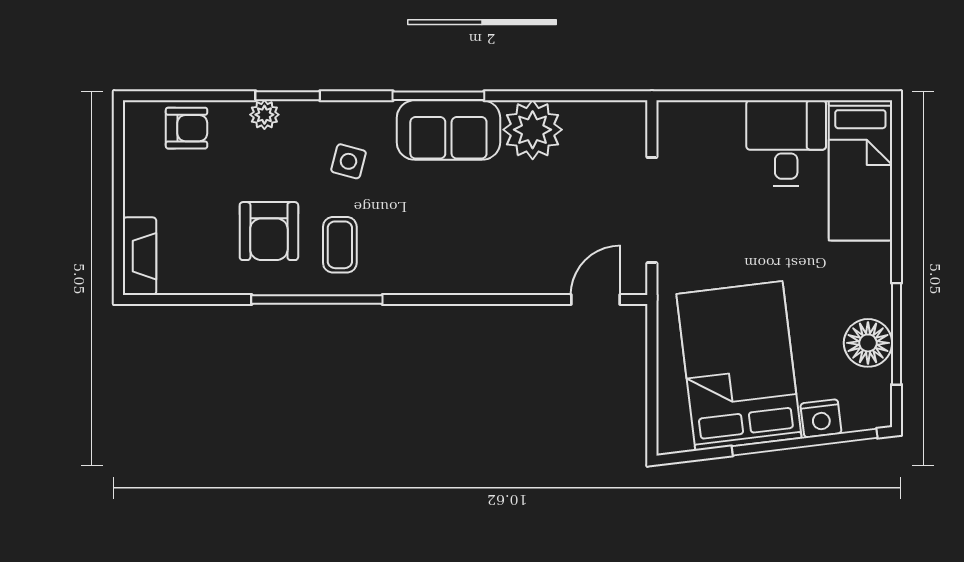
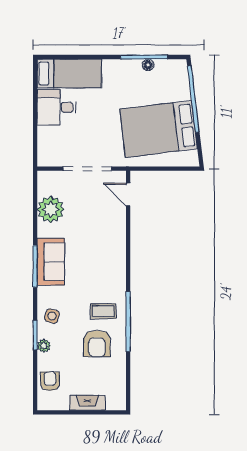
plant: (533, 130) -> (51, 209), moved
side table: (348, 161) -> (52, 316), moved
armchair: (269, 231) -> (97, 344), turned 90
fireplace: (139, 256) -> (87, 403), moved
floor lamp: (868, 343) -> (148, 65), width x0.53, depth x0.53
nightstand: (821, 418) -> (182, 91), removed

